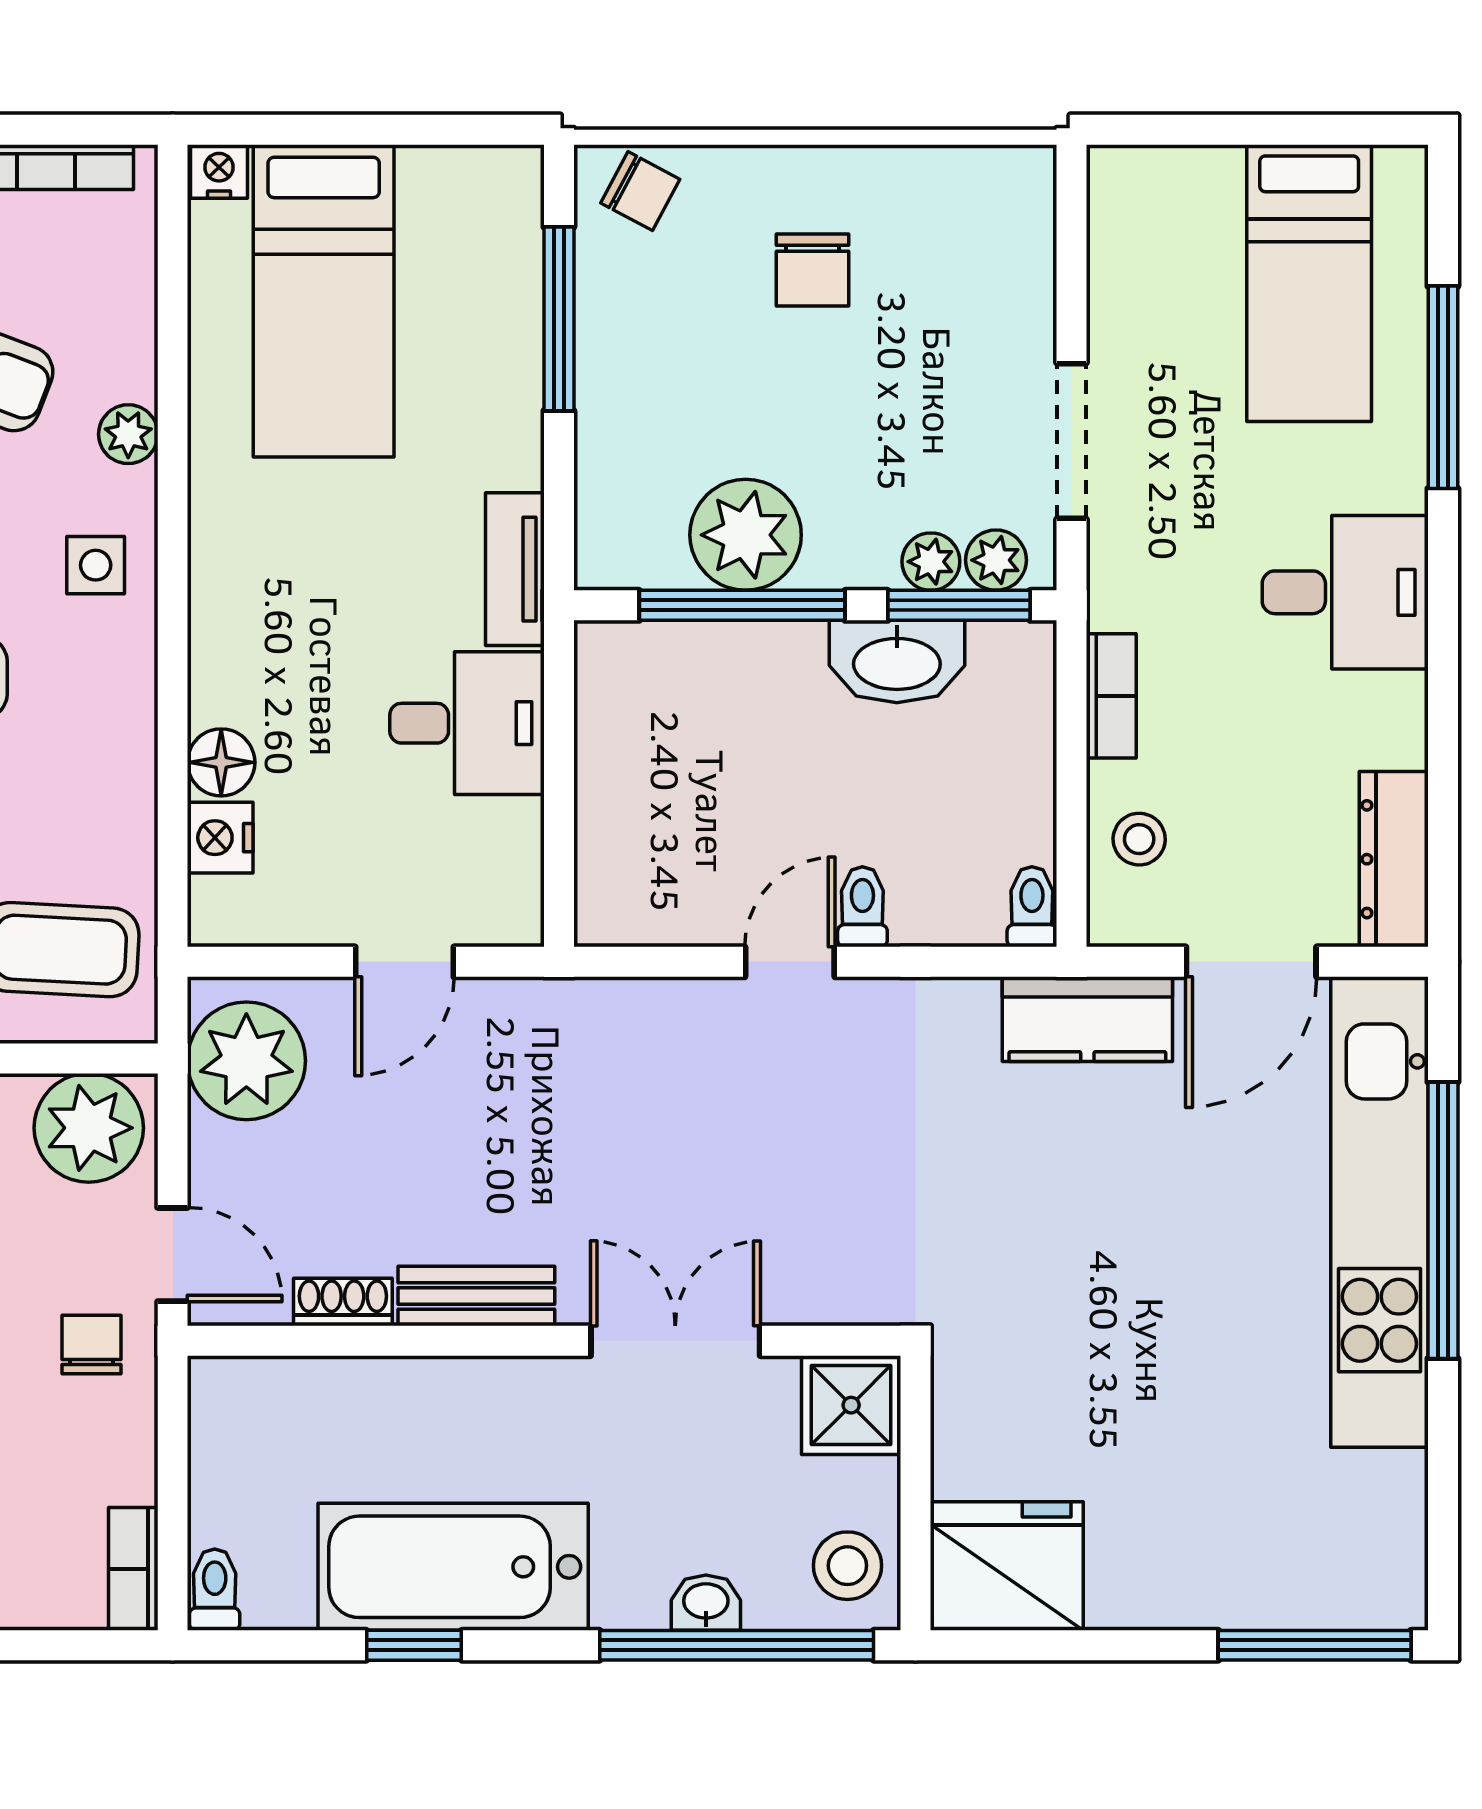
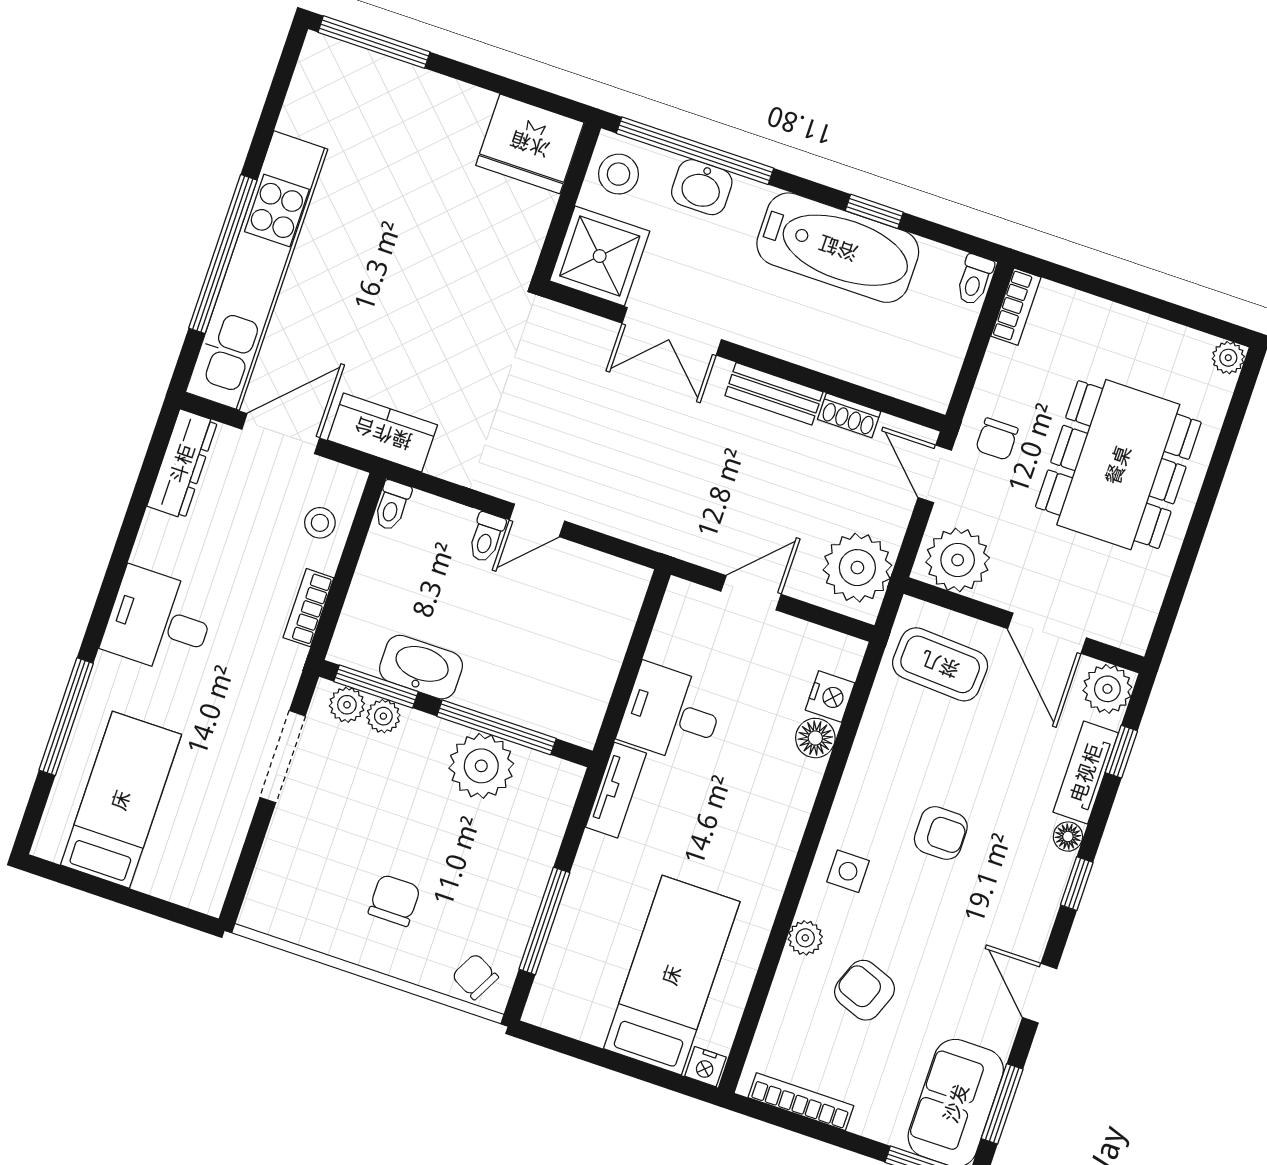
shower: (851, 1405) -> (600, 256), width x1.36, depth x1.36
washbasin: (706, 1603) -> (702, 187), width x1.38, depth x1.45

